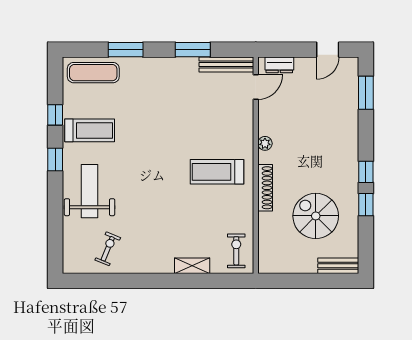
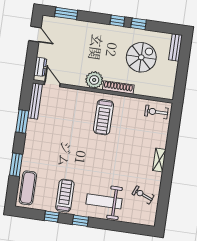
plant: (265, 143) -> (94, 80), width x1.87, depth x1.87
spiral stairs: (316, 216) -> (141, 57), turned 180
shelving: (192, 266) -> (159, 160), moved

